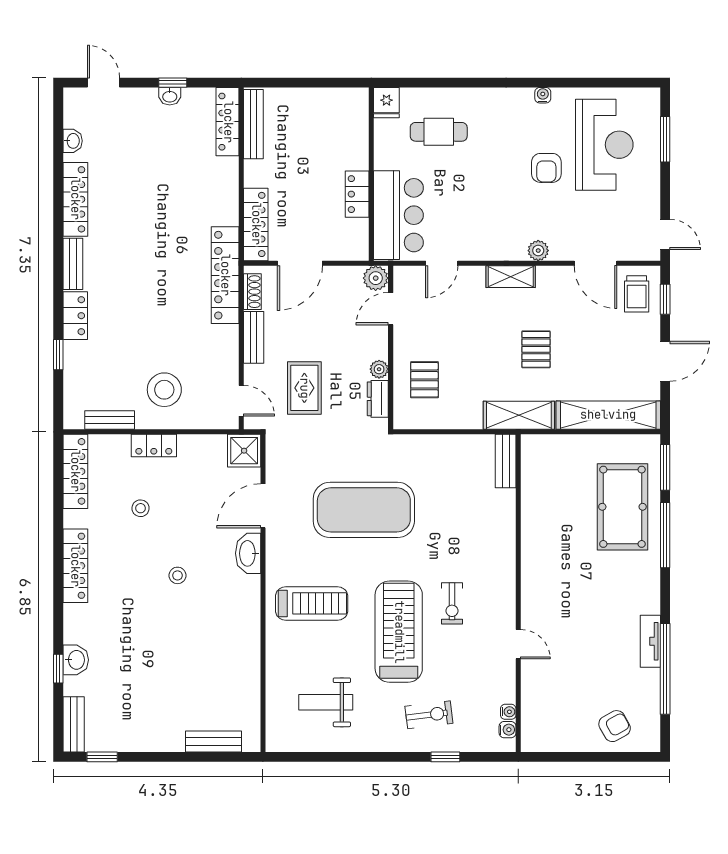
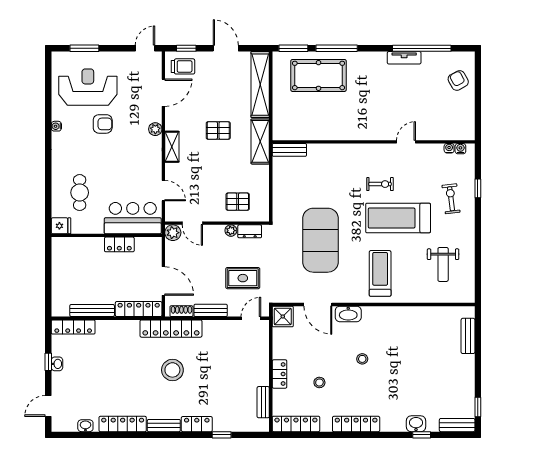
bench: (253, 124) -> (92, 311), moved
stool: (164, 390) -> (172, 370), moved

